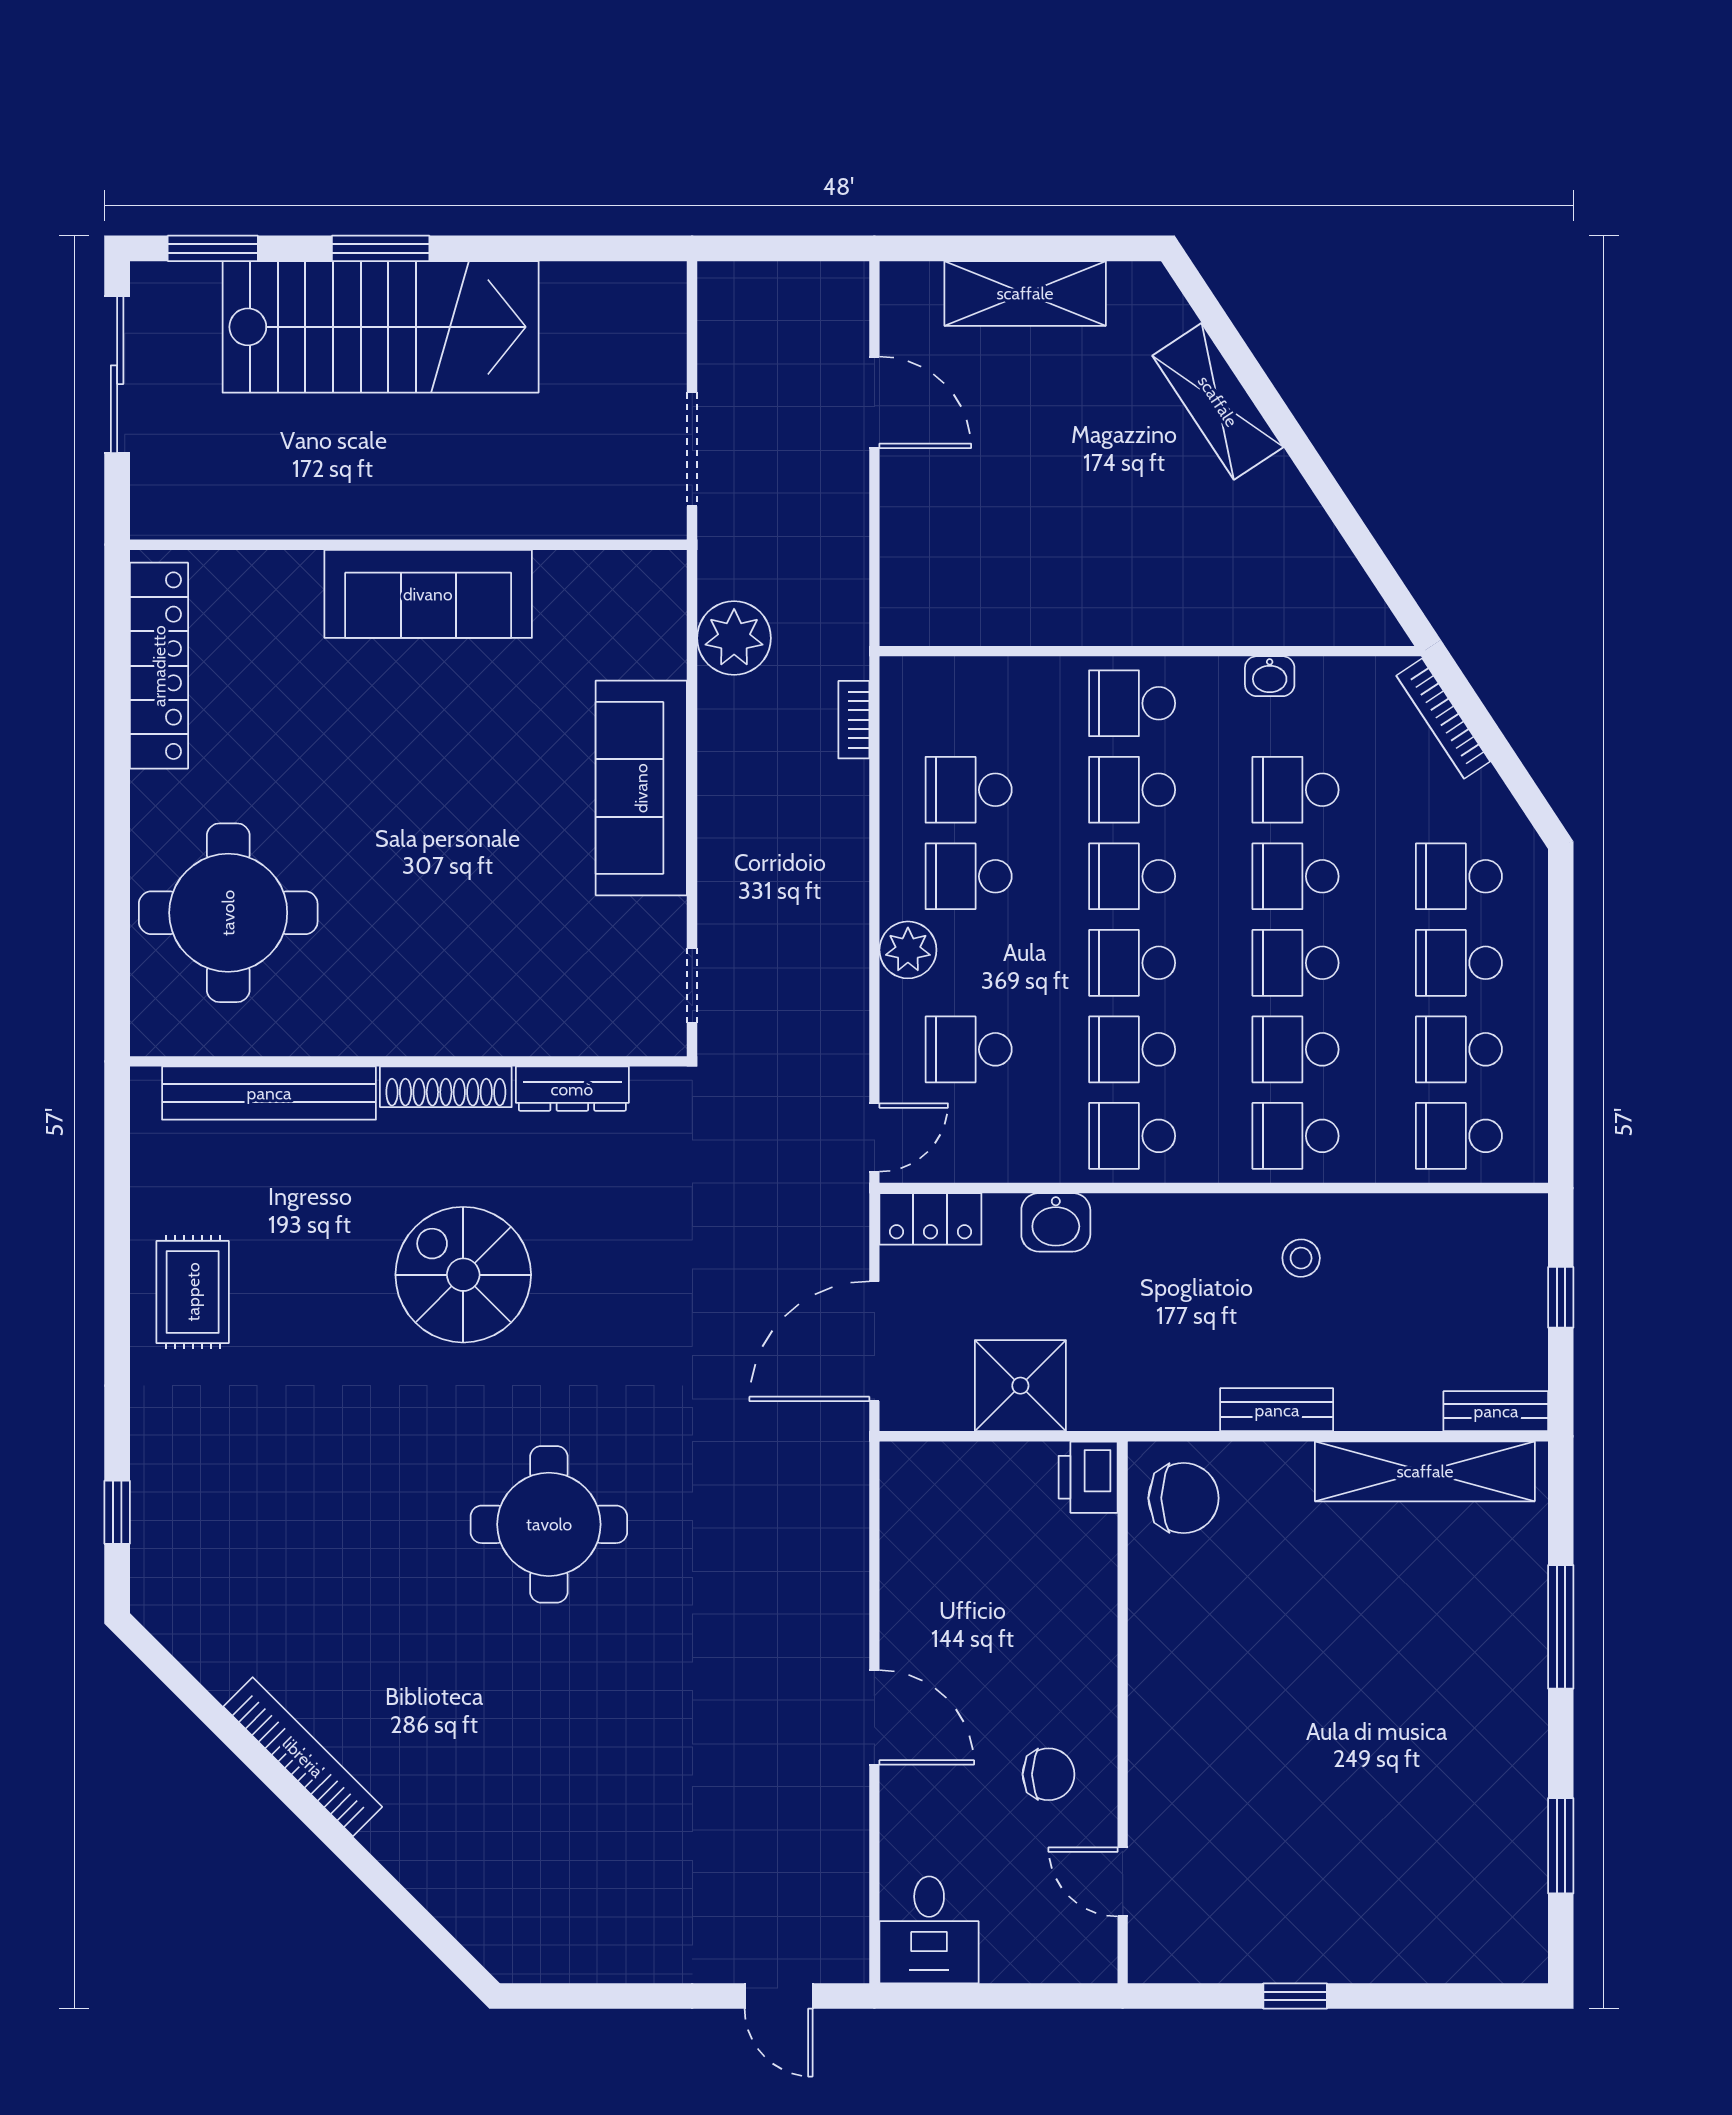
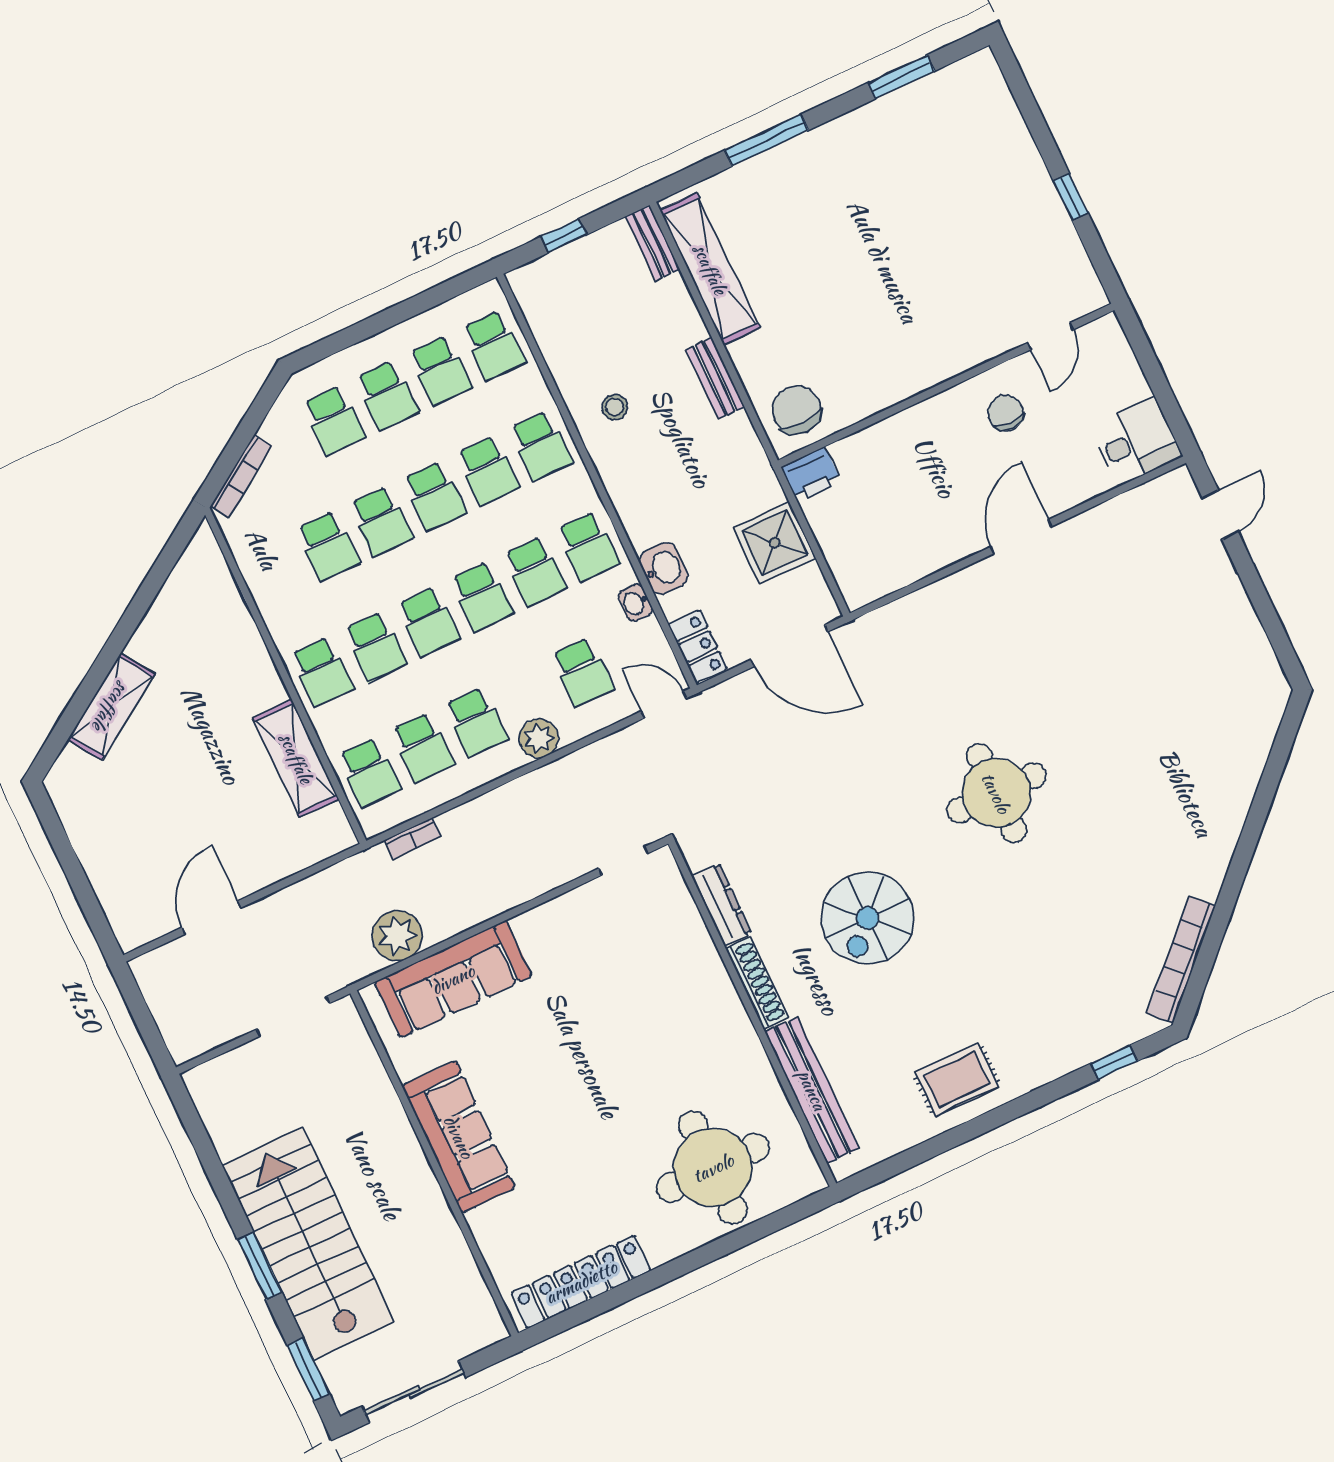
shelving: (1025, 293) -> (296, 758), moved
washbasin: (1270, 676) -> (635, 603), moved, turned 180
school desk: (969, 703) -> (369, 772), added
sofa: (641, 788) -> (453, 979), moved
bookcase: (303, 1757) -> (1181, 960), moved

